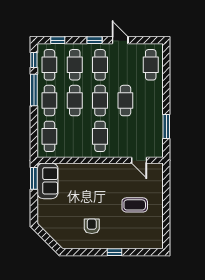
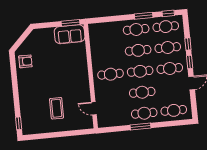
window: (58, 40) -> (188, 44), moved
window: (34, 90) -> (144, 16), width x0.69
window: (166, 127) -> (140, 127), moved
cafe table: (49, 136) -> (144, 113), moved
door: (139, 160) -> (94, 108), hinge flipped
armchair: (92, 226) -> (25, 61), moved
window: (114, 252) -> (19, 123), moved

